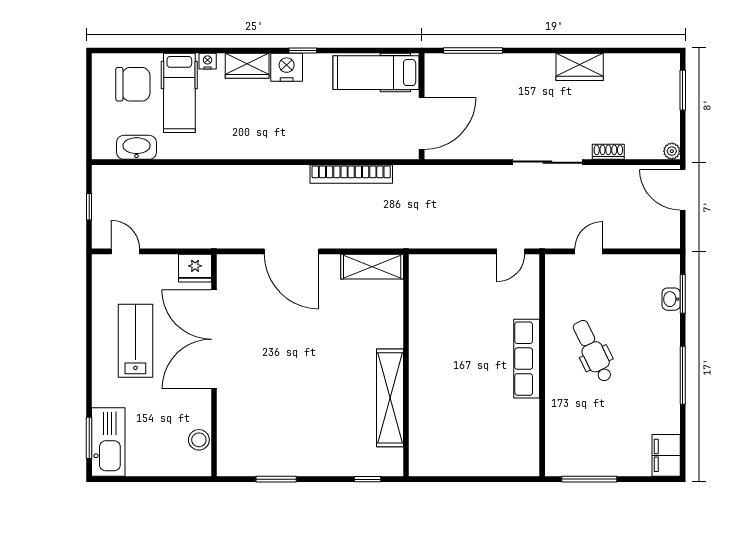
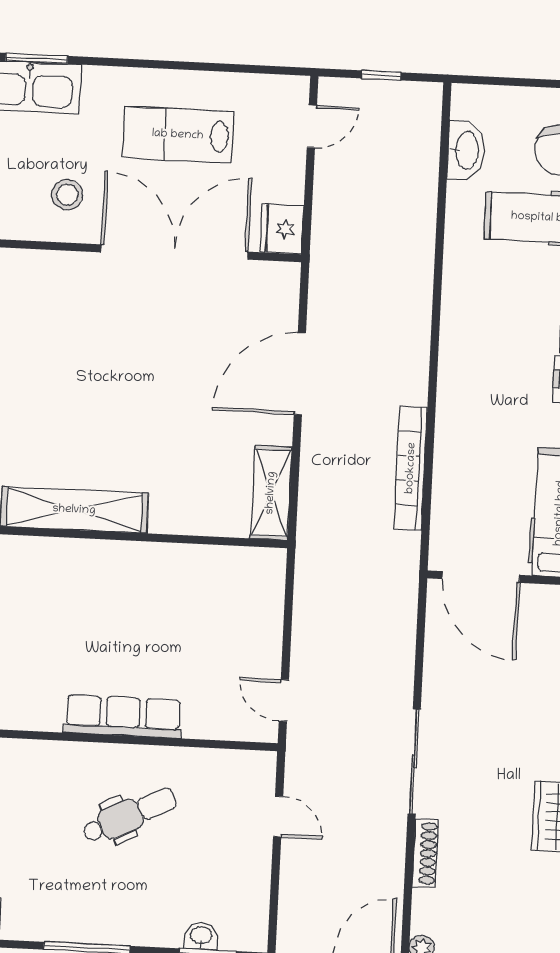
shoe rack: (608, 152) -> (425, 853), width x1.43
lab bench: (135, 341) -> (178, 135), turned 180
stool: (199, 440) -> (67, 195), moved

